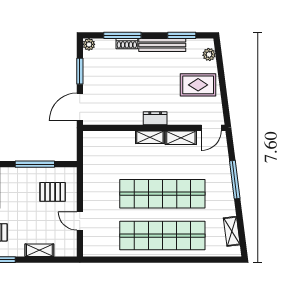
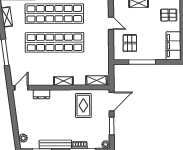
rug: (198, 85) -> (83, 106), moved, turned 90
dresser: (155, 118) -> (41, 94), moved
shelving: (181, 138) -> (97, 80), moved
pallet: (53, 192) -> (130, 43), turned 90

